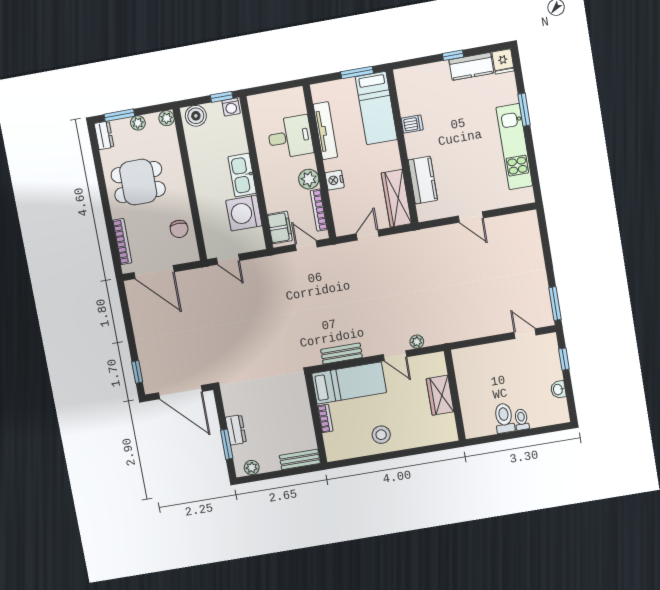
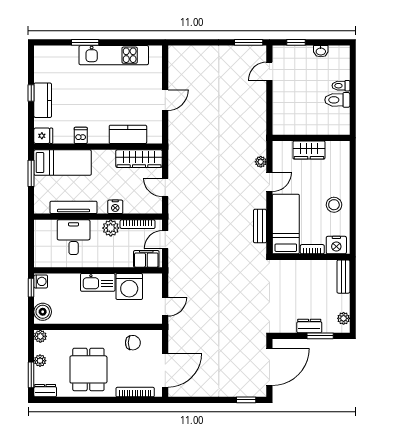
fridge: (503, 62) -> (43, 136), moved
kitchen counter: (471, 66) -> (43, 100), moved
nightstand: (335, 445) -> (336, 245), added

